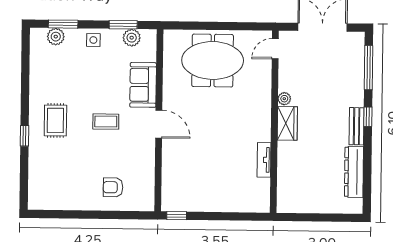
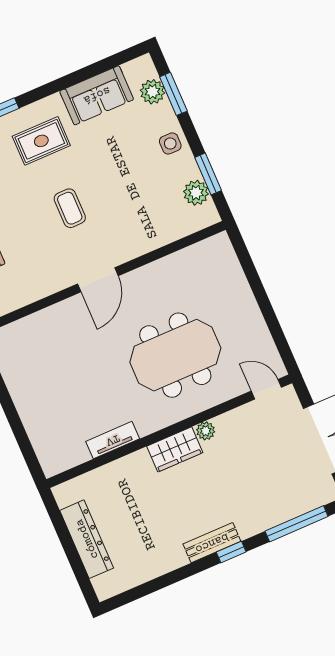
meeting table: (213, 60) -> (175, 355), moved, turned 90
sofa: (143, 85) -> (97, 95), moved, turned 180
dresser: (354, 172) -> (87, 539), moved, turned 90

